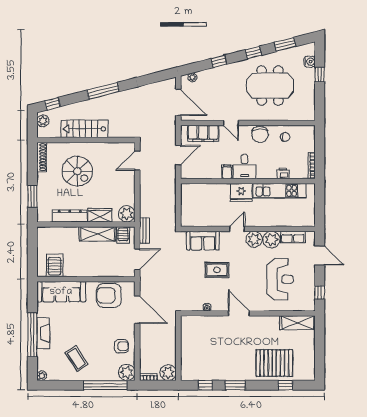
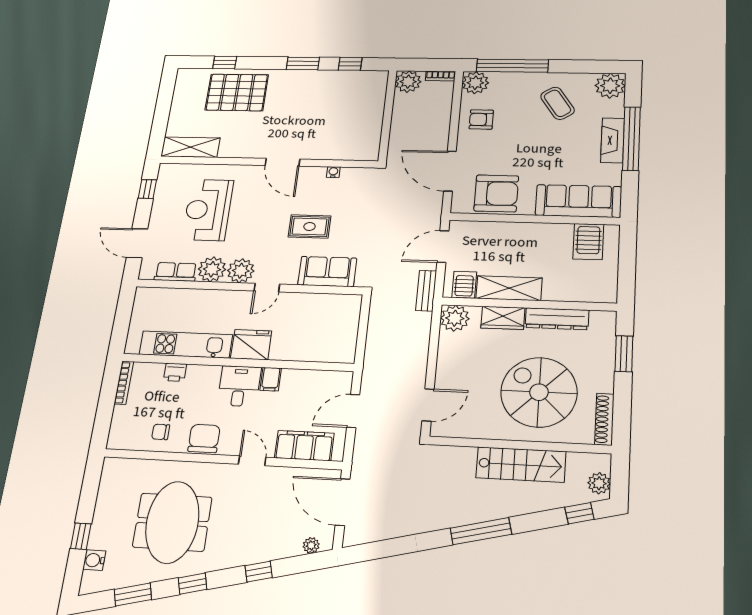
meeting table: (270, 86) -> (172, 522), turned 90
spiral stairs: (77, 171) -> (539, 392), width x1.37, depth x1.37
plant: (42, 376) -> (610, 86), width x1.87, depth x1.87

